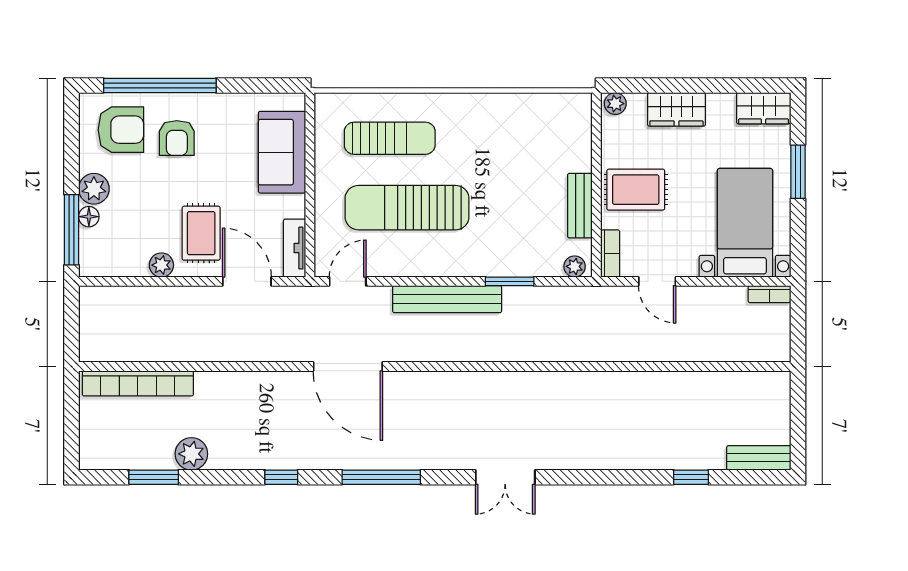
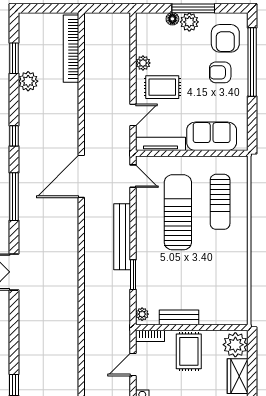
plant: (615, 104) -> (235, 345), width x1.88, depth x1.88
window: (71, 230) -> (193, 8), moved
tv unit: (295, 248) -> (161, 144), width x1.41
door: (247, 281) -> (133, 115), width x0.73

